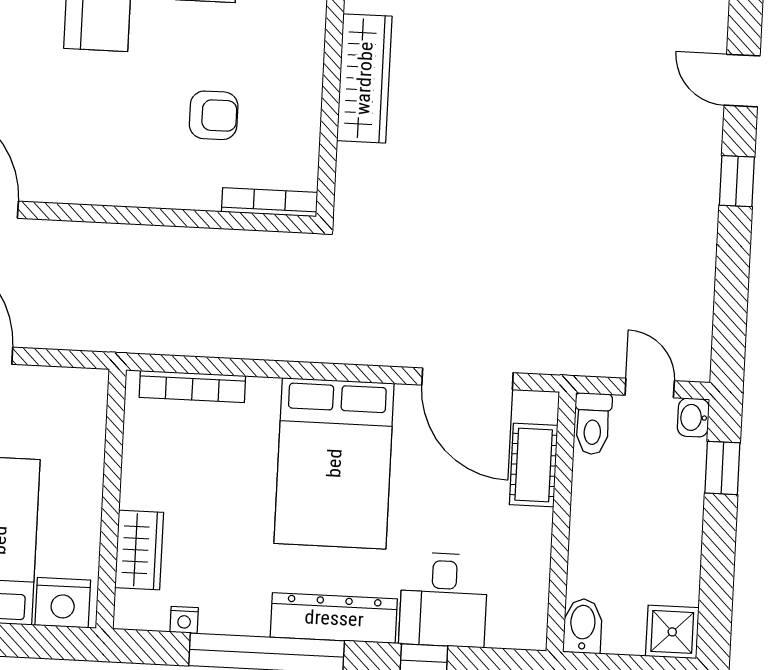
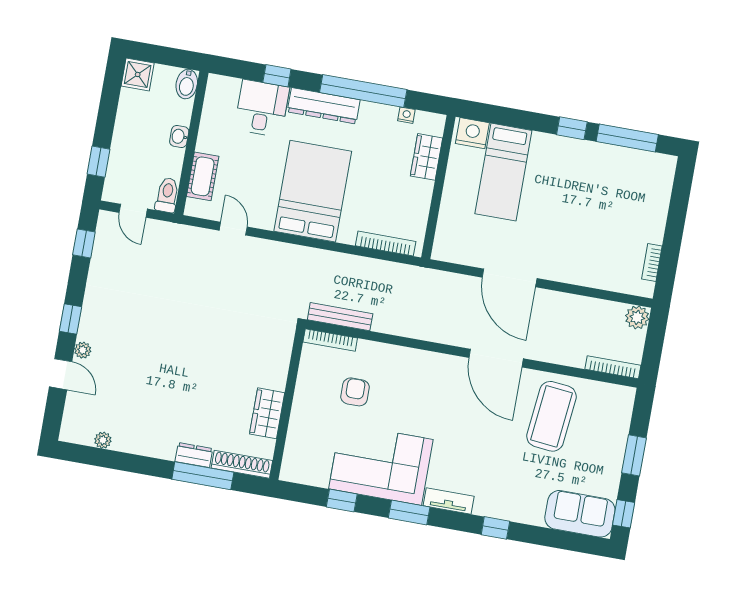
wardrobe: (364, 78) -> (267, 413), width x0.67
armchair: (214, 115) -> (355, 392), turned 90
plant: (708, 128) -> (83, 350), added
bench: (257, 246) -> (340, 317), added
window: (730, 319) -> (84, 243), added
door: (467, 379) -> (233, 229), width x0.53
washbasin: (693, 418) -> (179, 136), moved, turned 180

